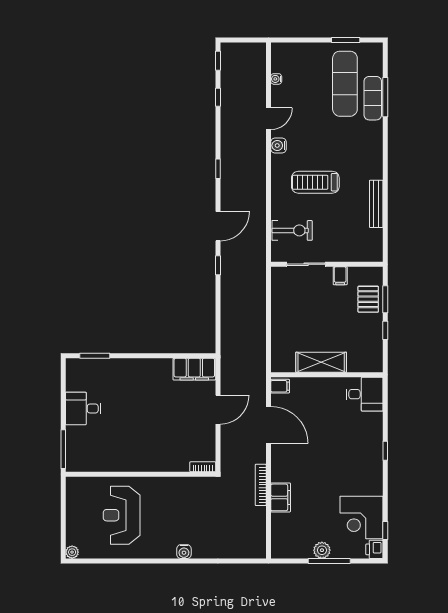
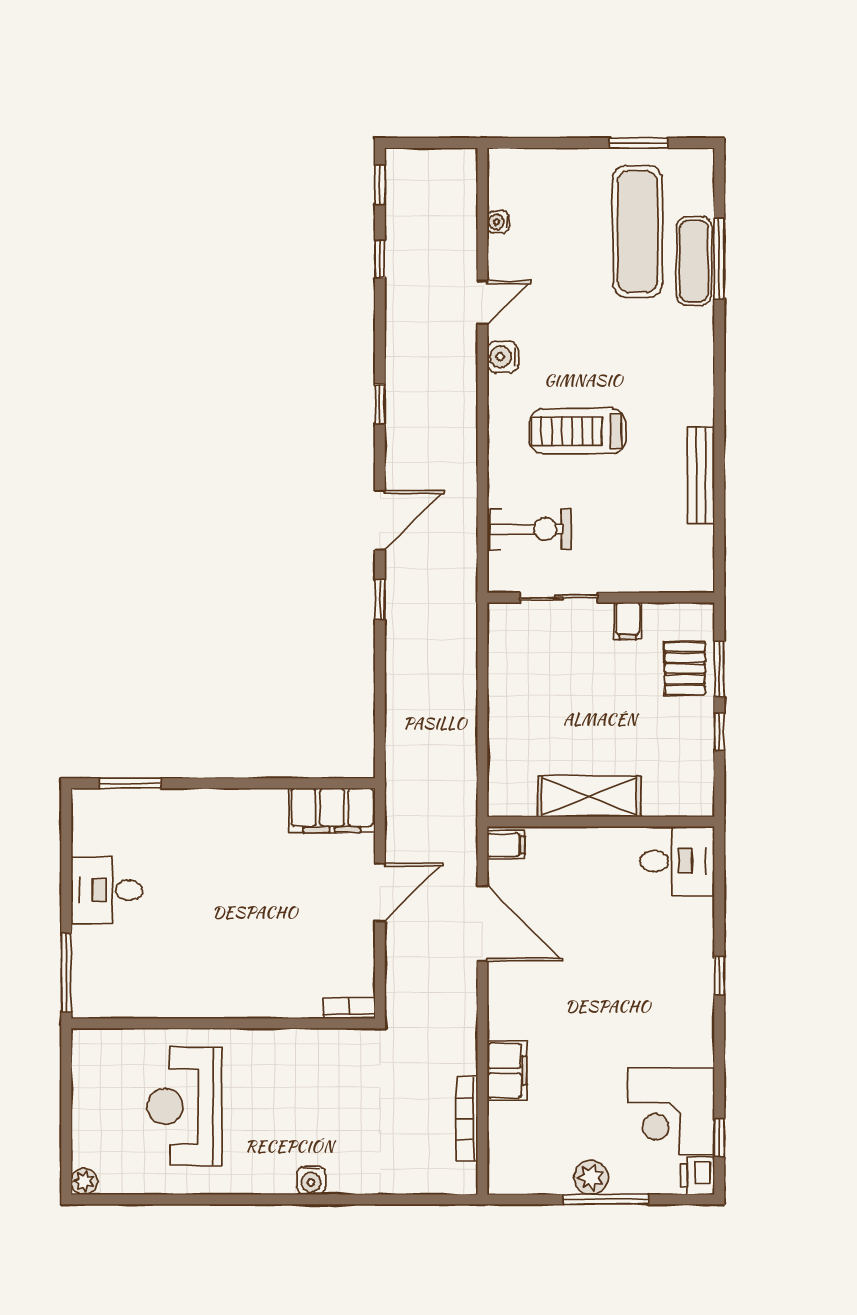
bookcase: (261, 485) -> (467, 1119), moved

